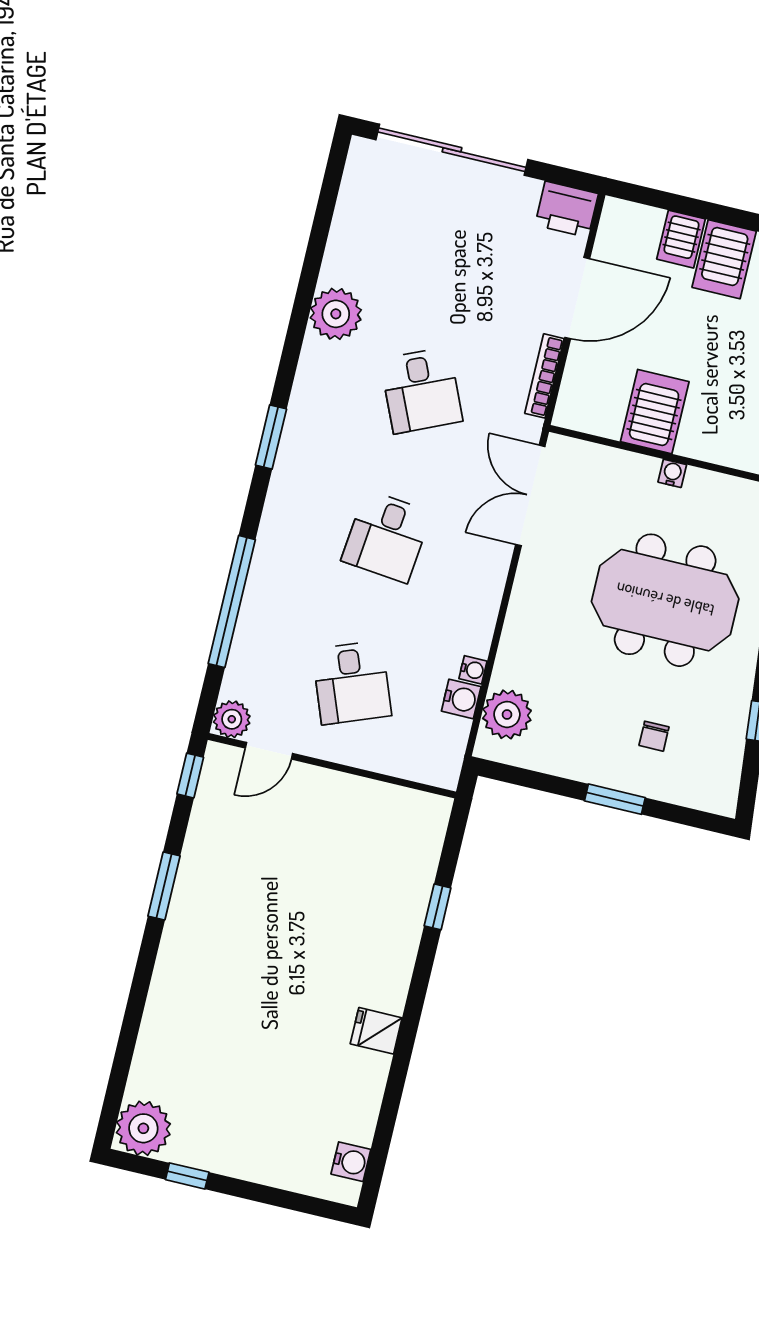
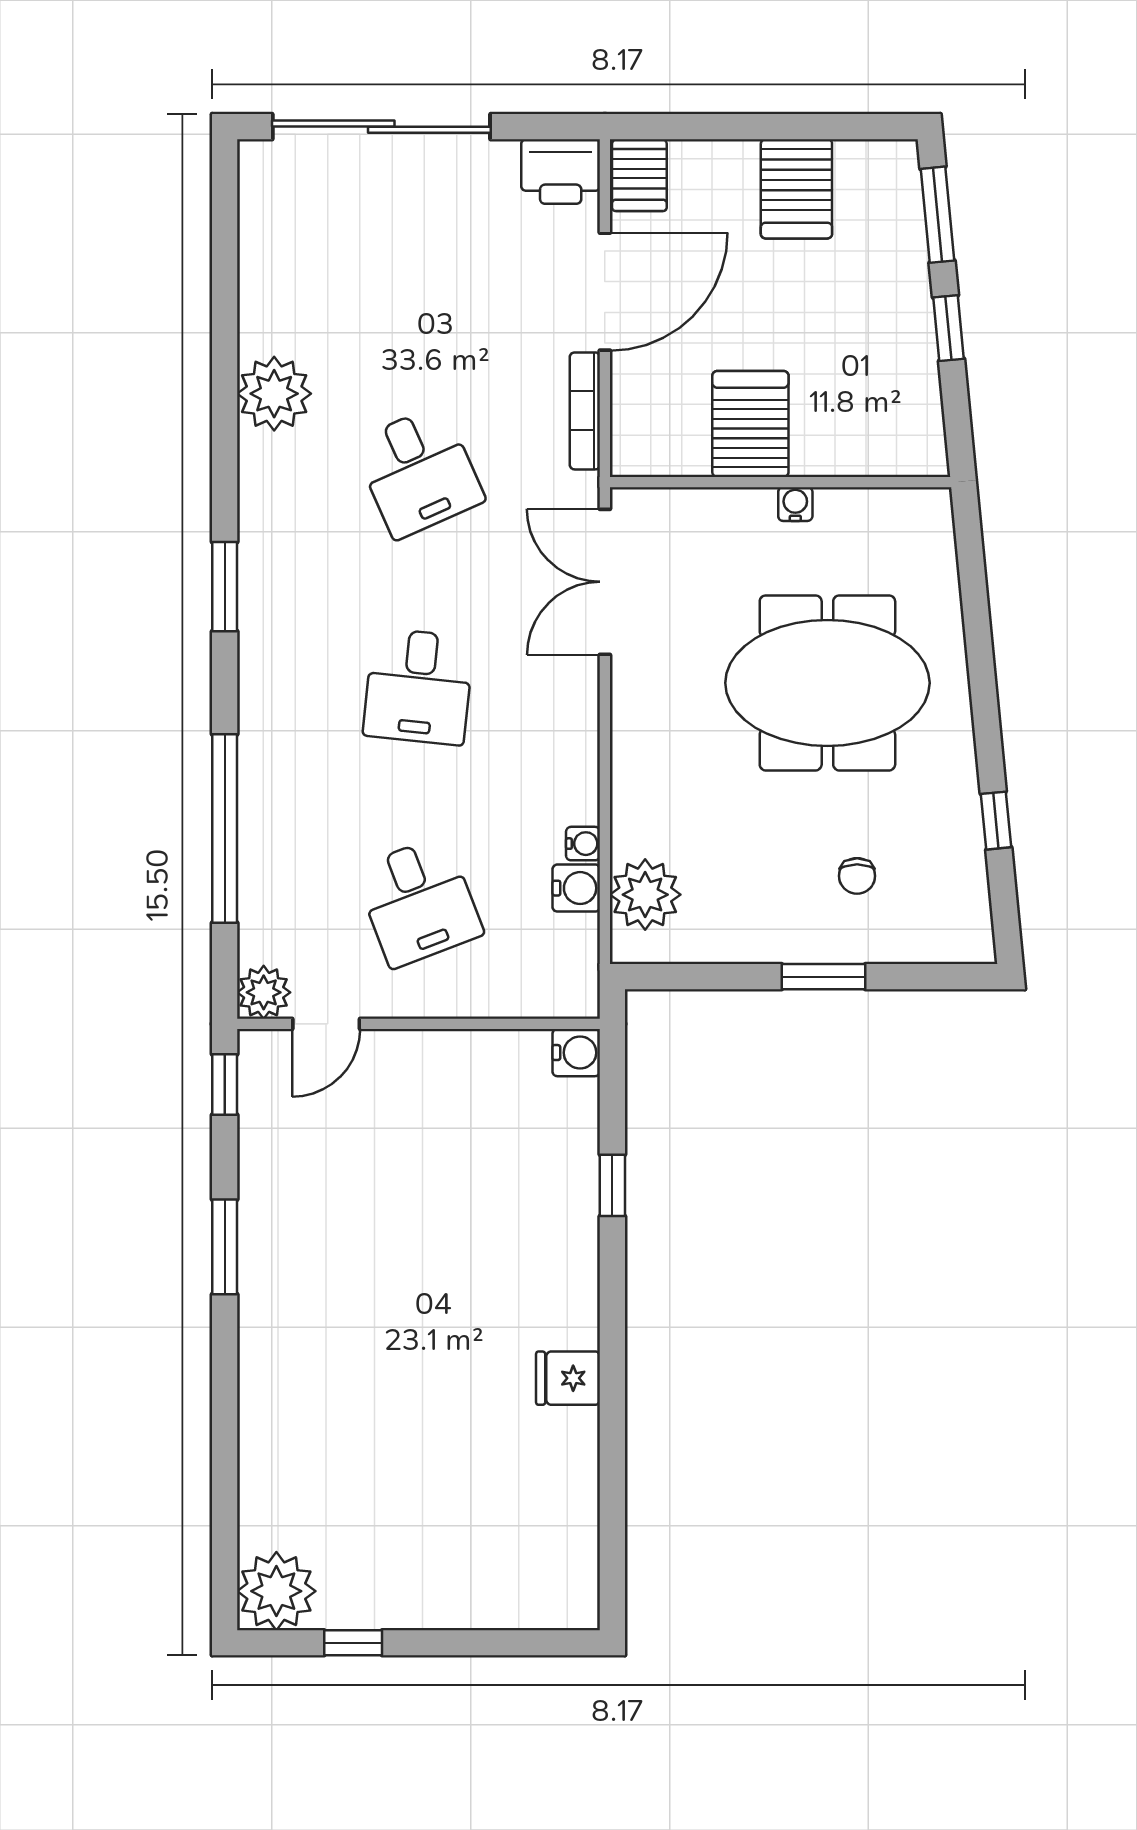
server rack: (681, 239) -> (639, 175), moved
water cooler: (351, 1162) -> (576, 1053), moved

